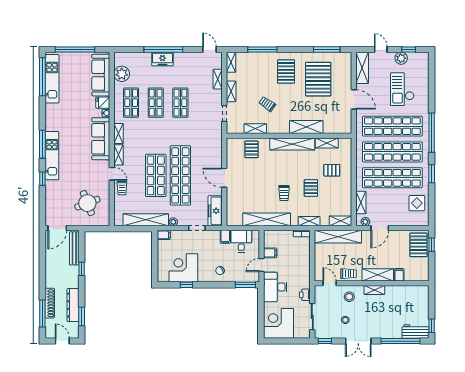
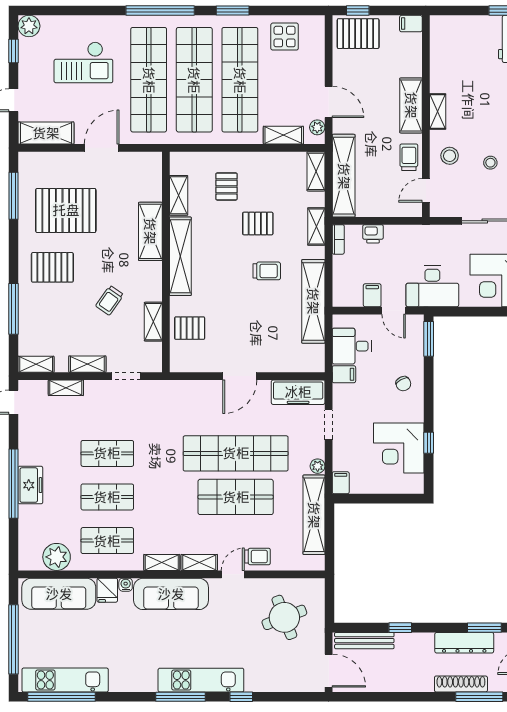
plant: (401, 58) -> (29, 26), moved
filing cabinet: (399, 275) -> (411, 24), moved
printer: (305, 295) -> (373, 234), moved

